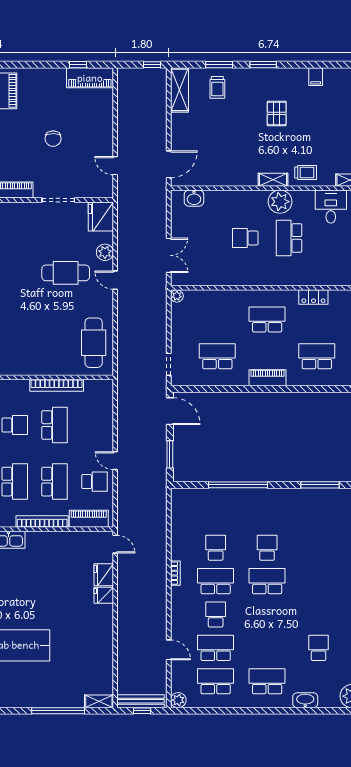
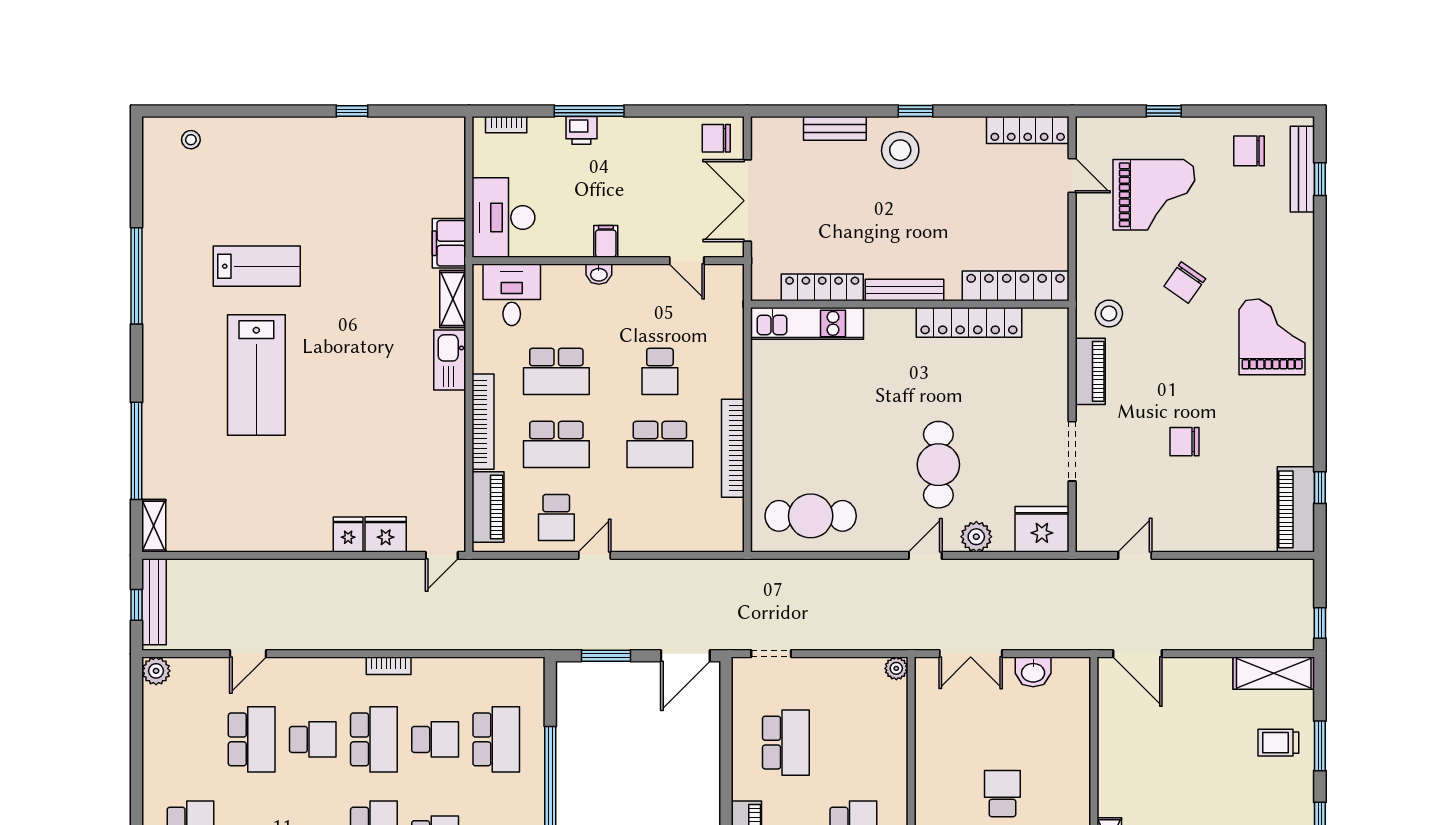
washbasin: (194, 198) -> (1033, 672), moved, turned -90
school desk: (216, 681) -> (496, 739), moved

